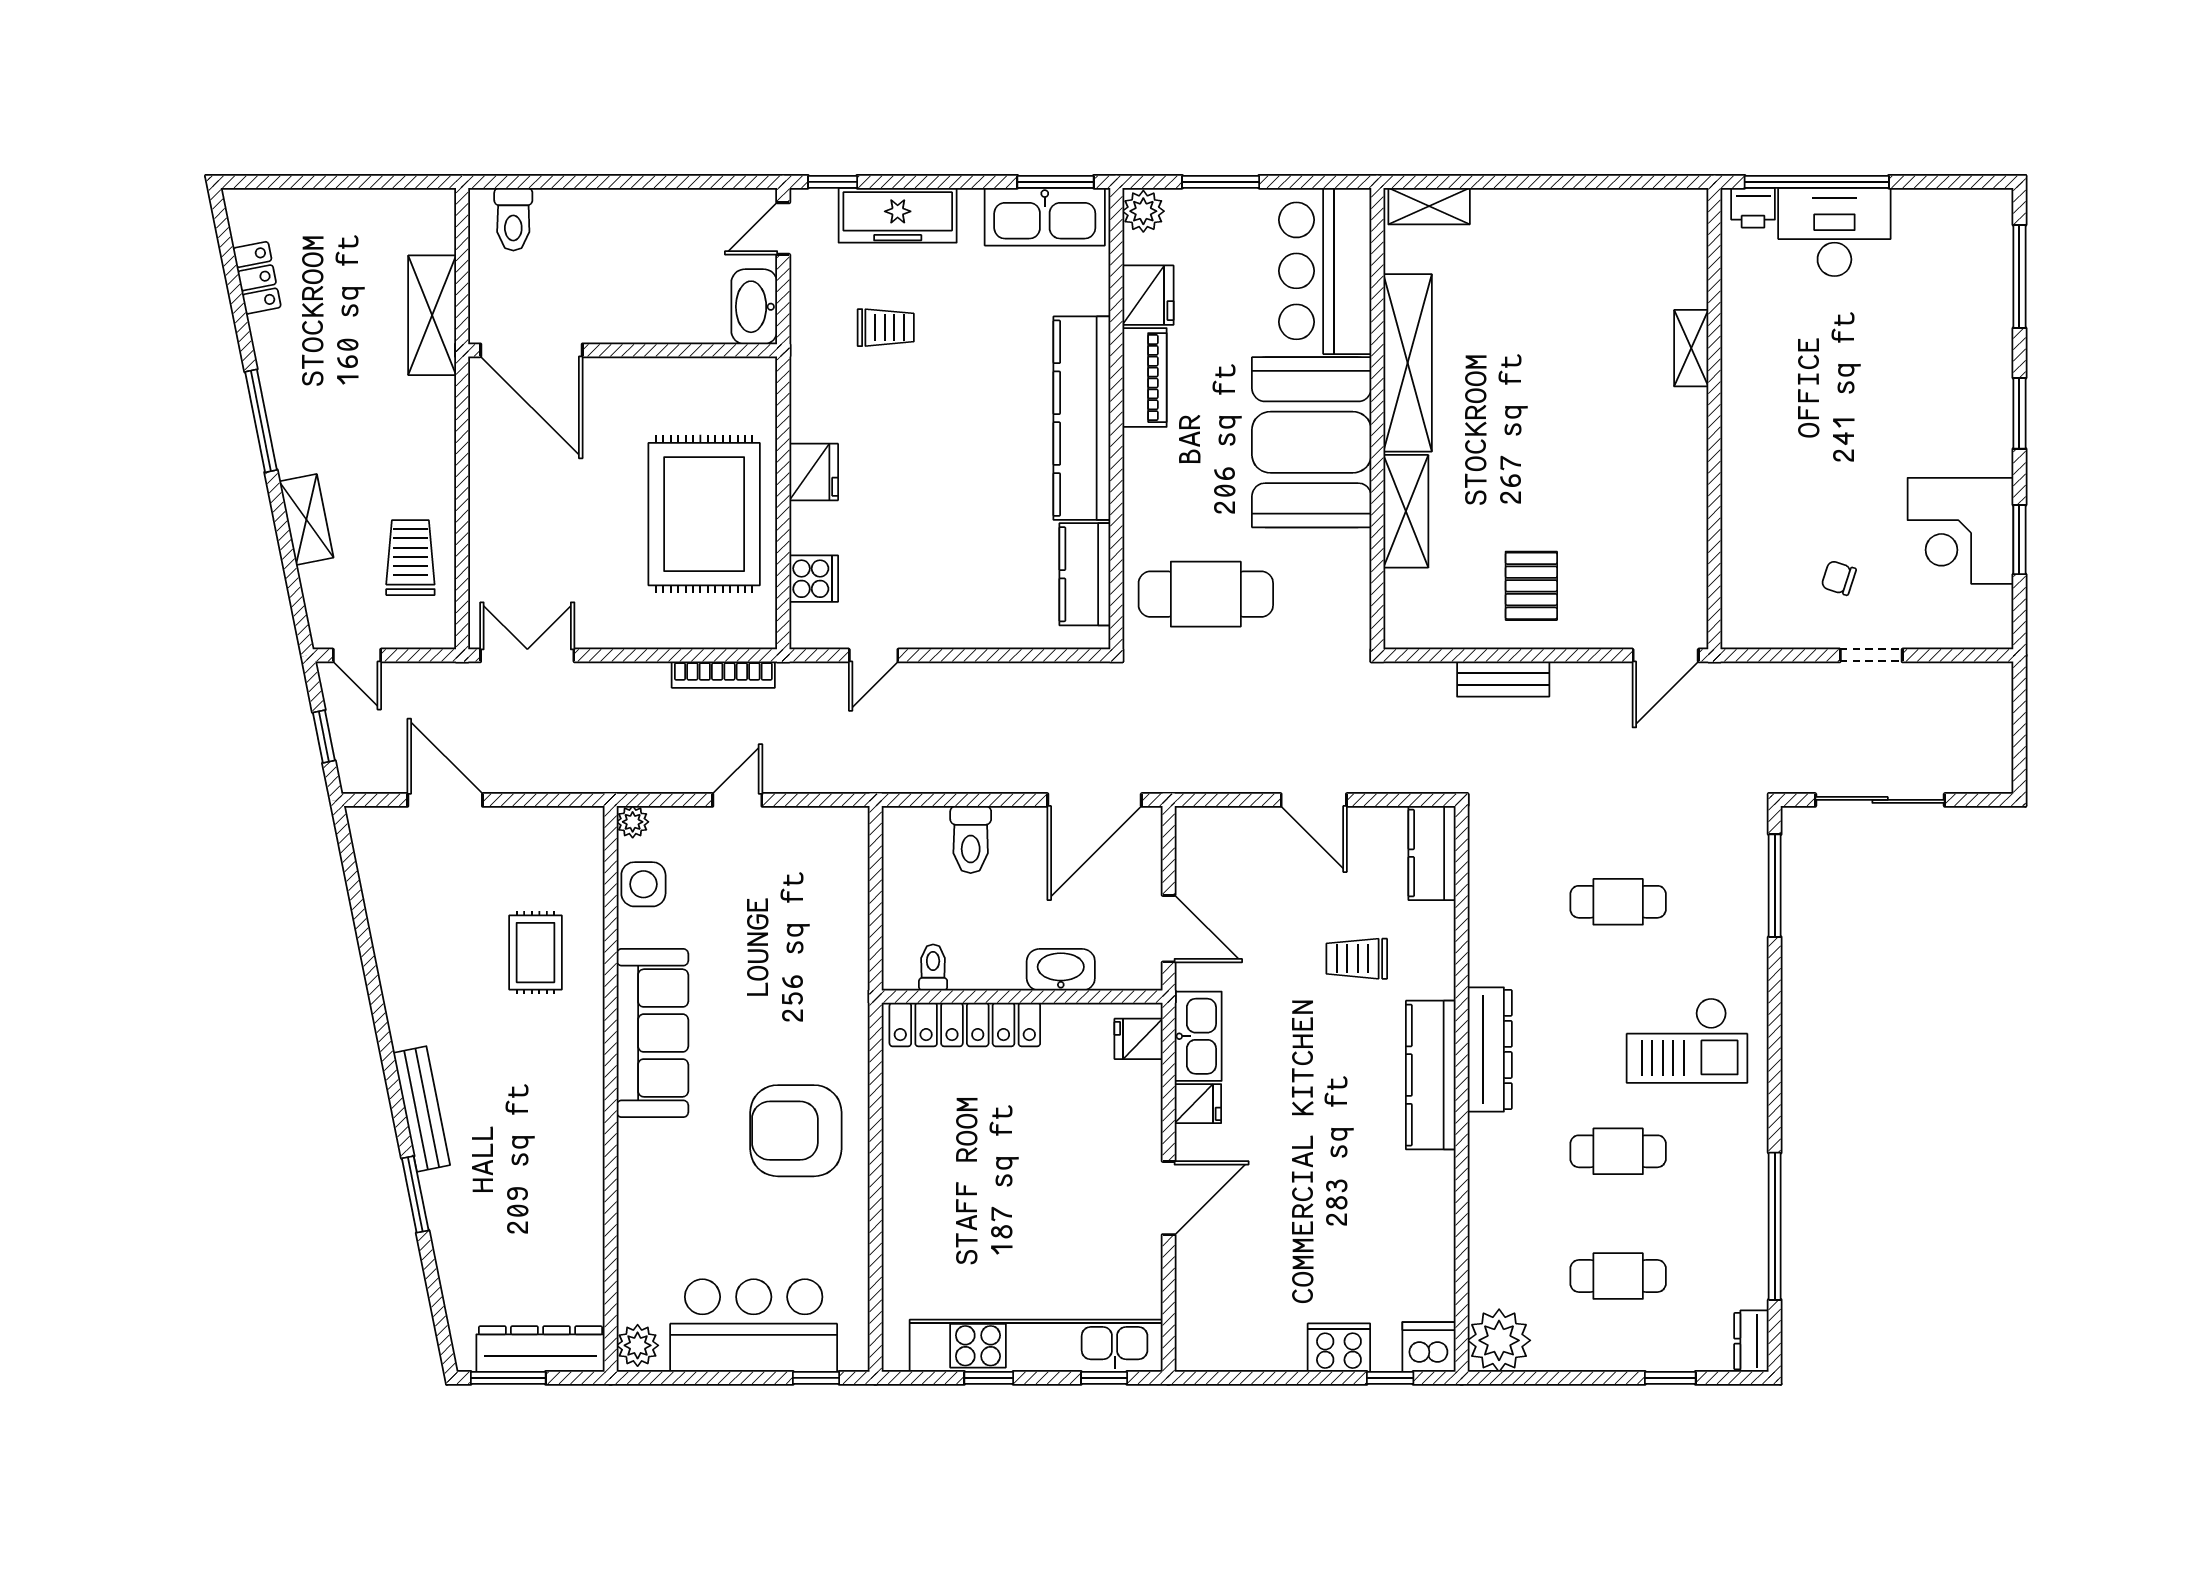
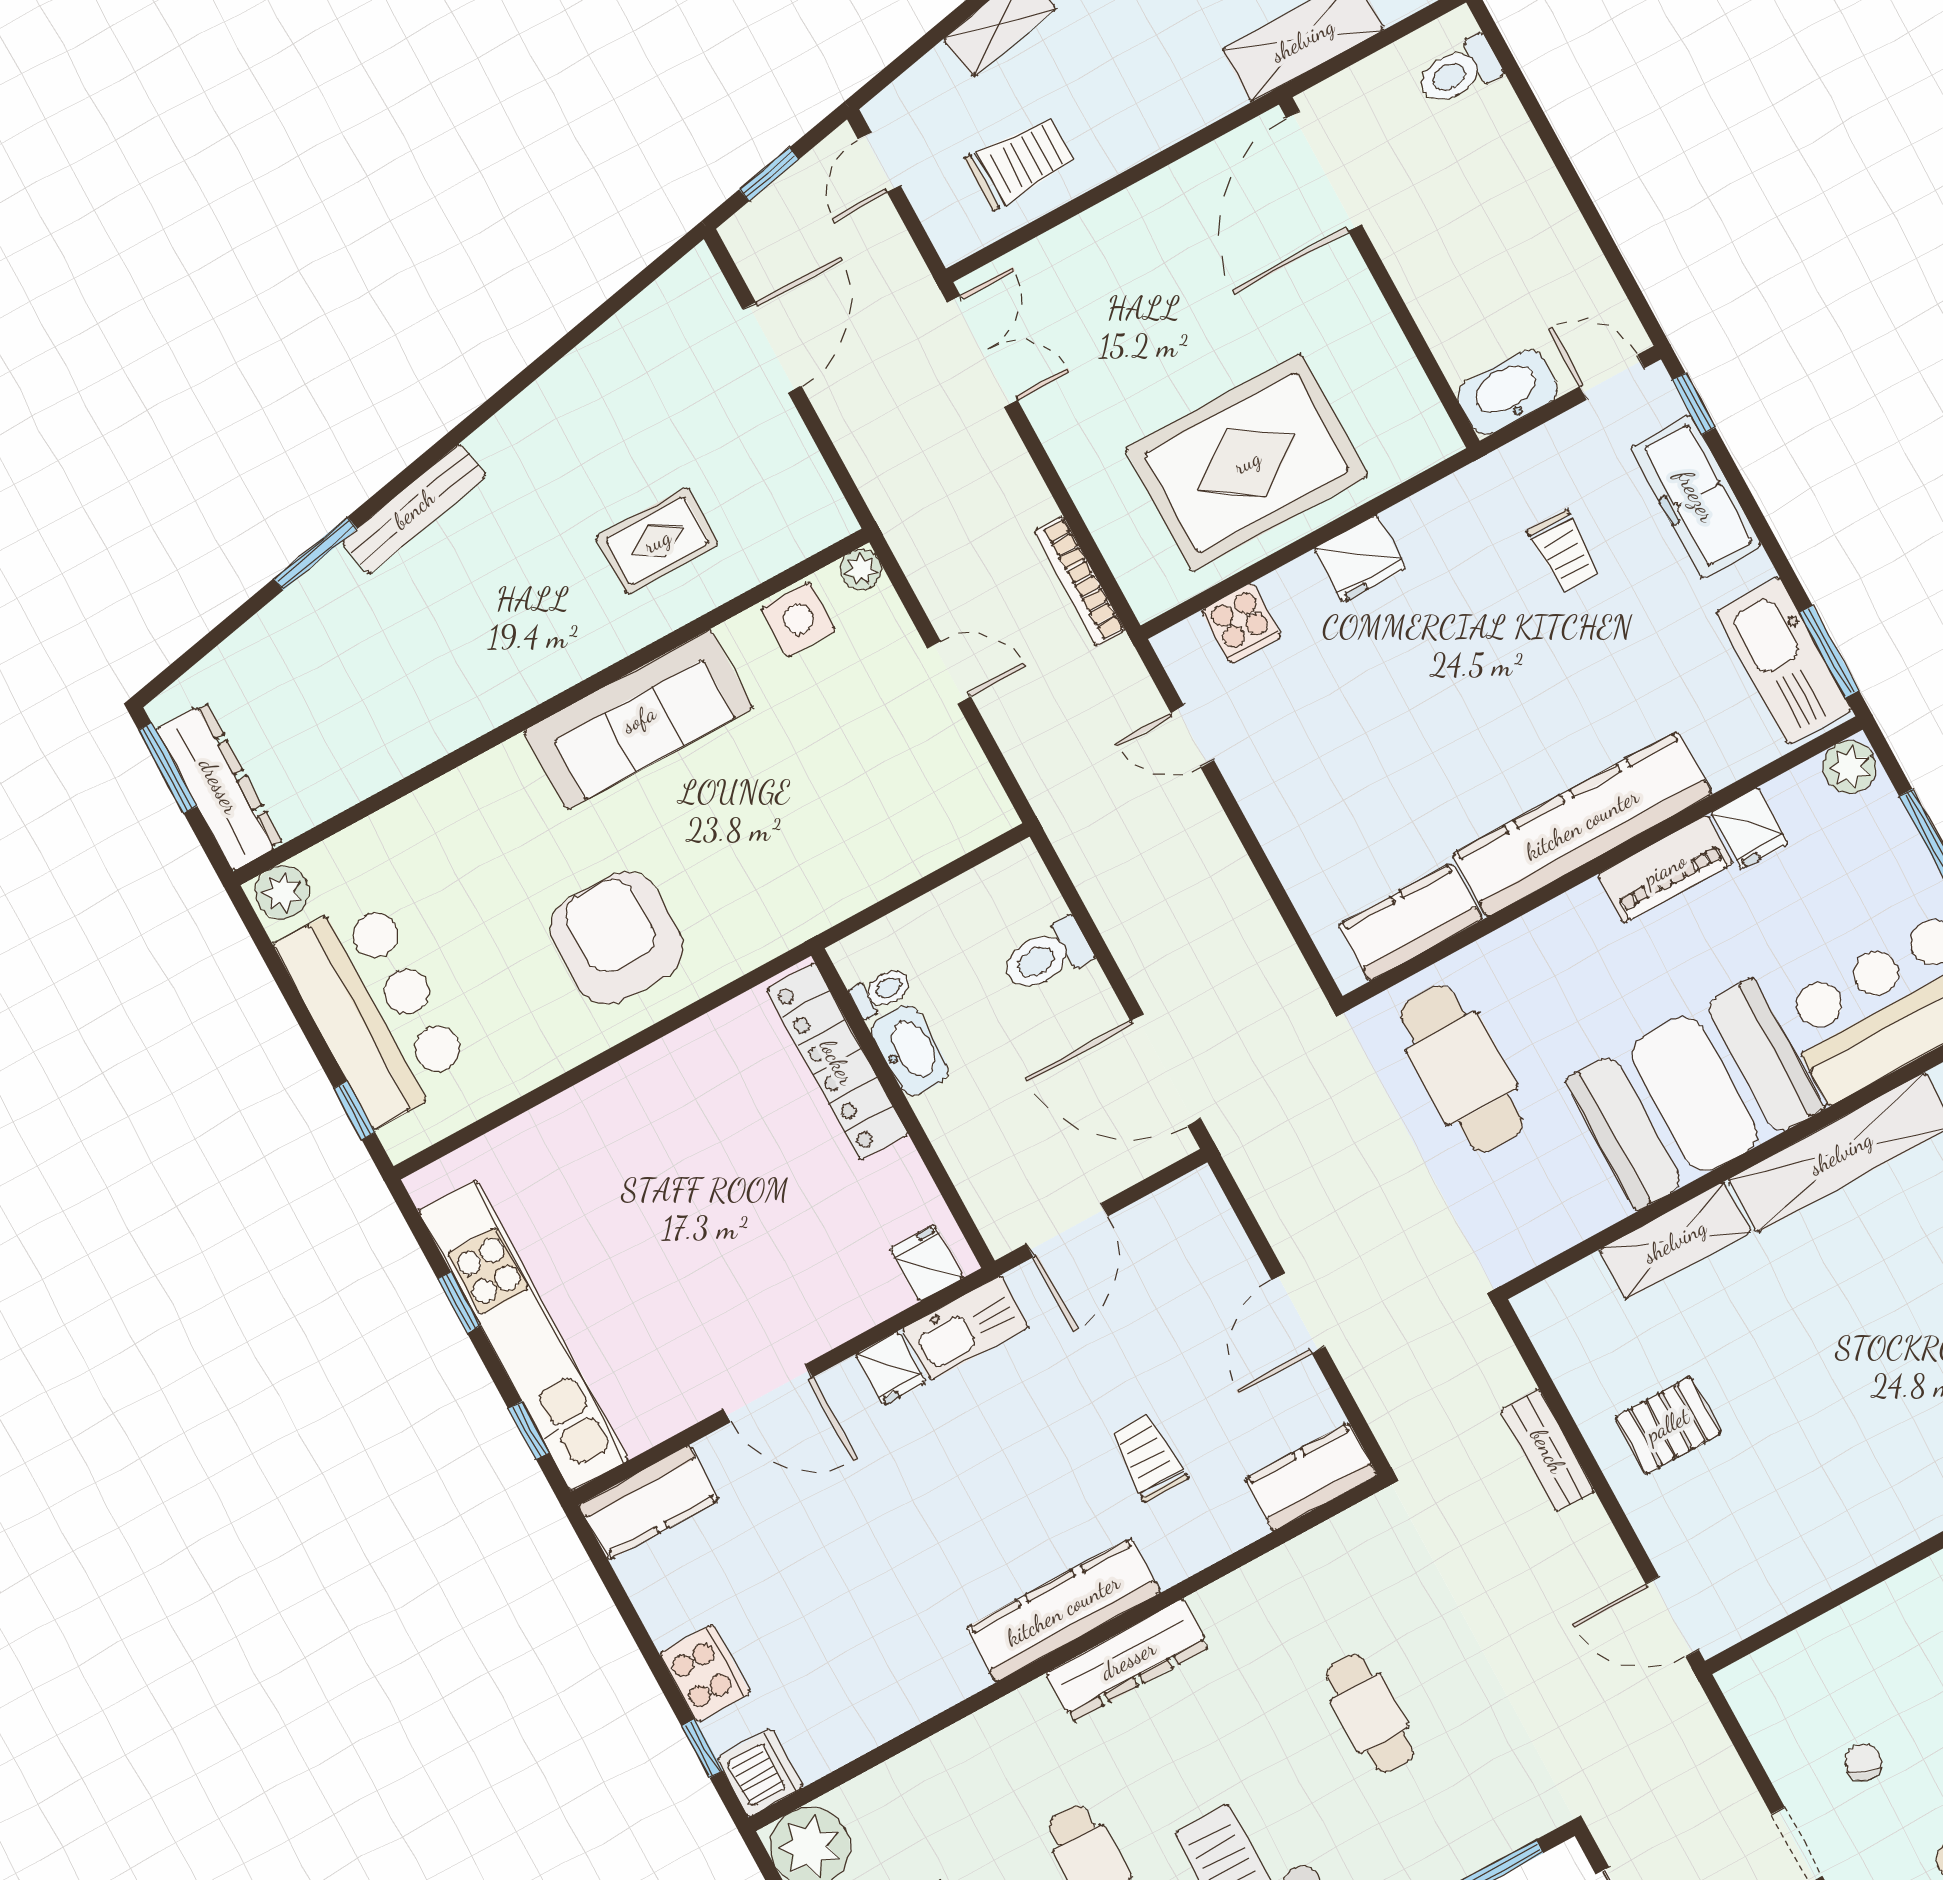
fridge: (1148, 295) -> (1750, 828), width x0.72
washbasin: (1061, 970) -> (910, 1050), moved
kitchen counter: (1200, 1322) -> (649, 1503), added

